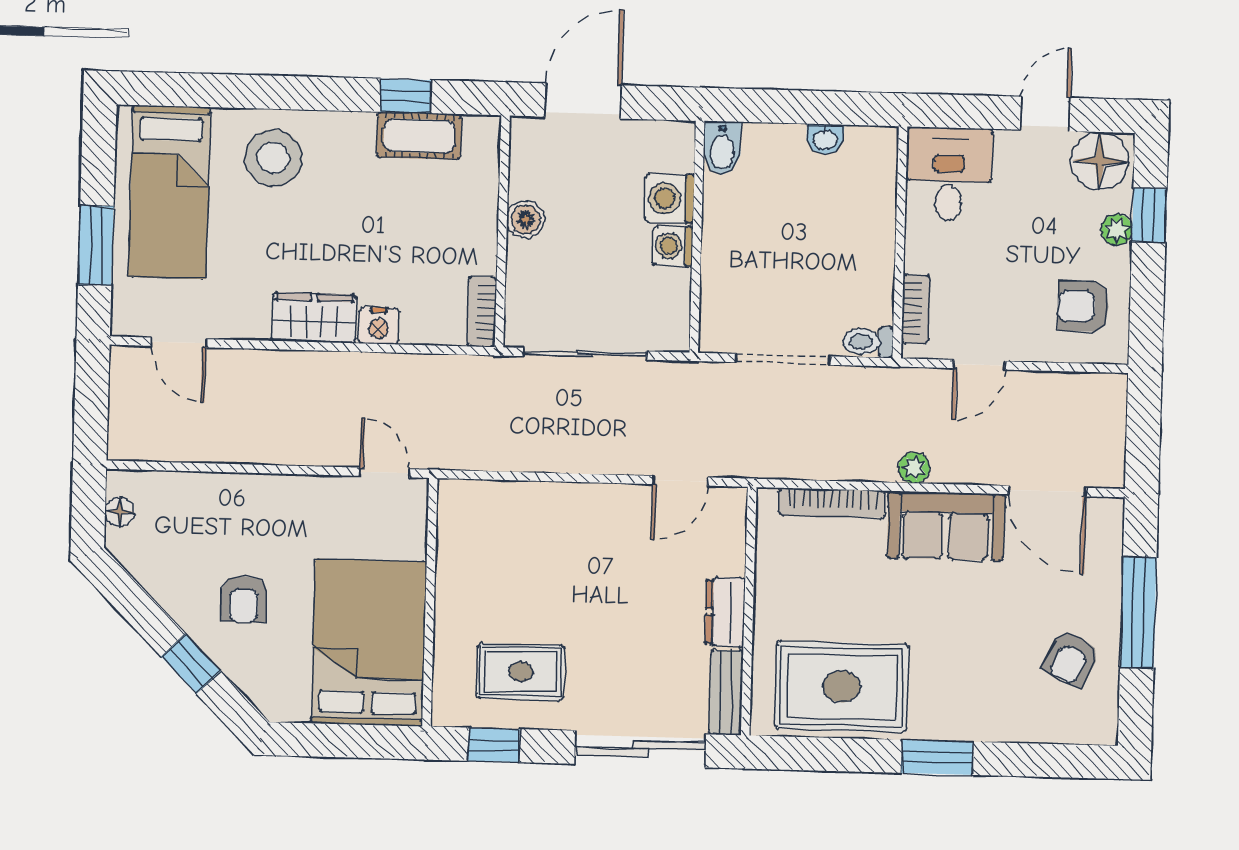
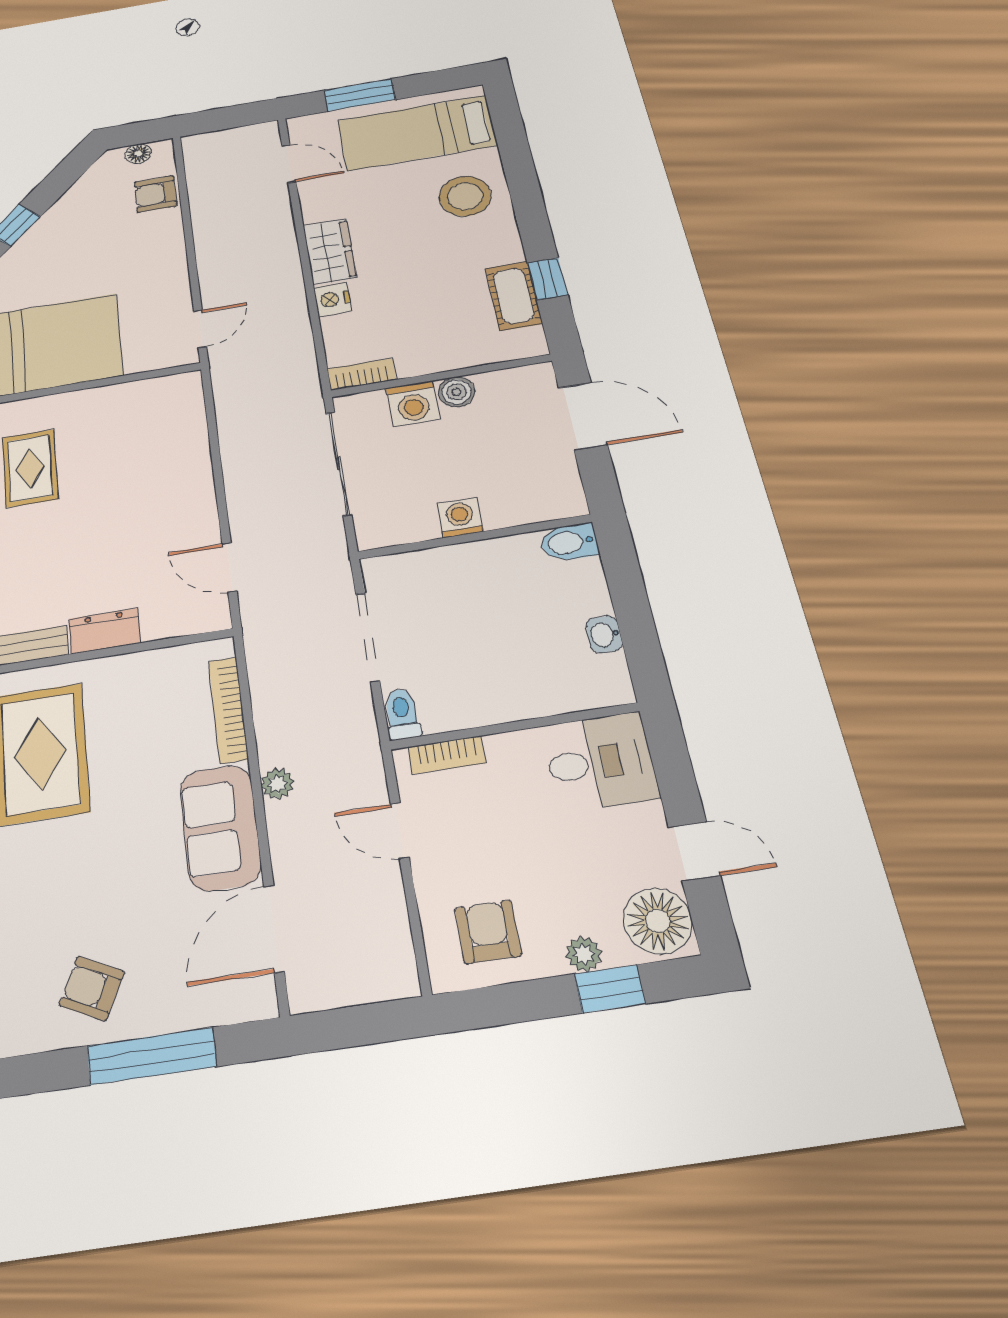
washing machine: (670, 198) -> (413, 404), moved, turned 180
door: (179, 342) -> (289, 164), swing flipped
armchair: (244, 599) -> (156, 194), moved

